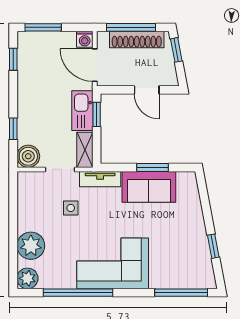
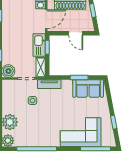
door: (95, 65) -> (46, 19), swing flipped
sofa: (149, 187) -> (88, 88), moved
corner sofa: (113, 263) -> (81, 132), moved

